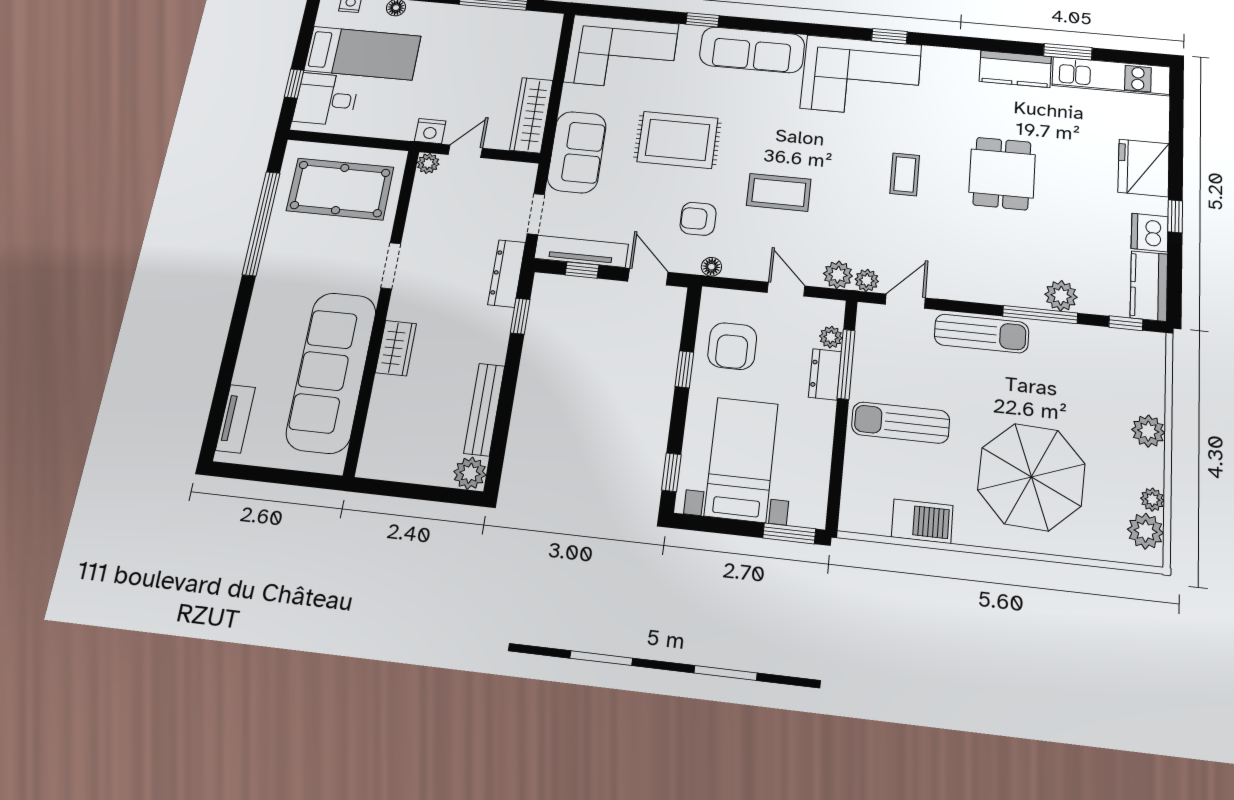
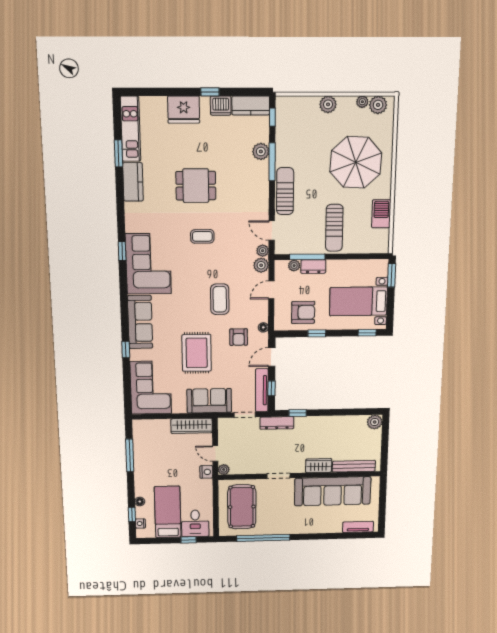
bench: (484, 409) -> (354, 466), moved

